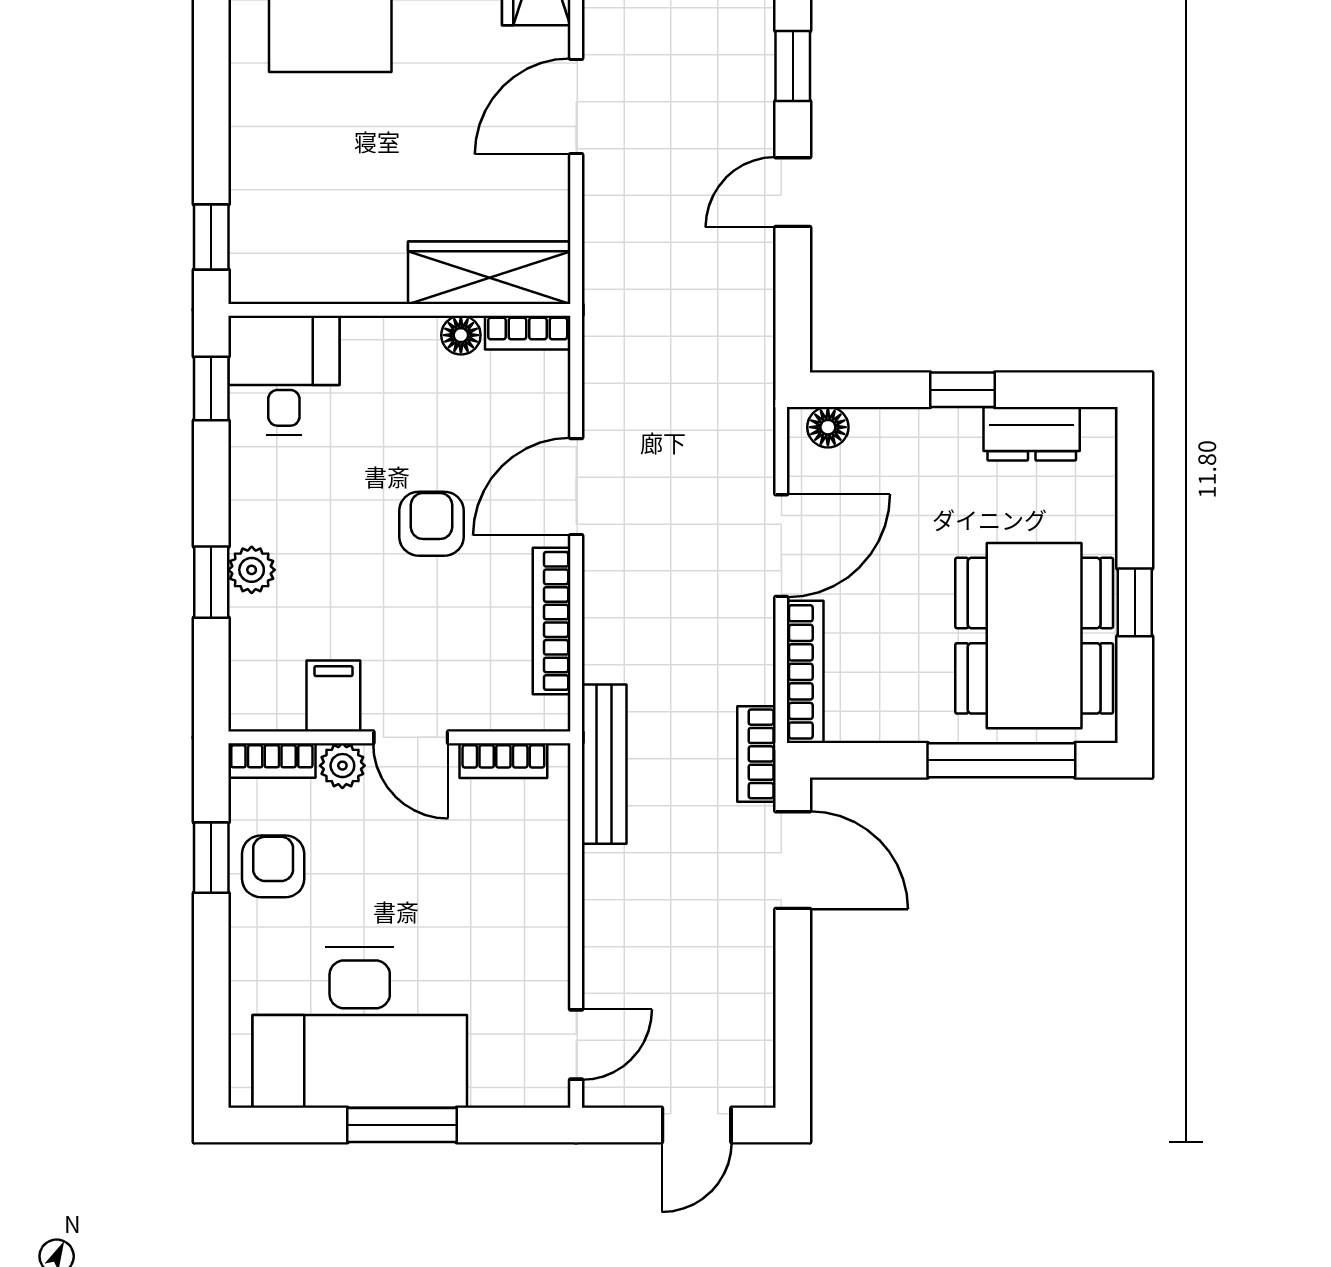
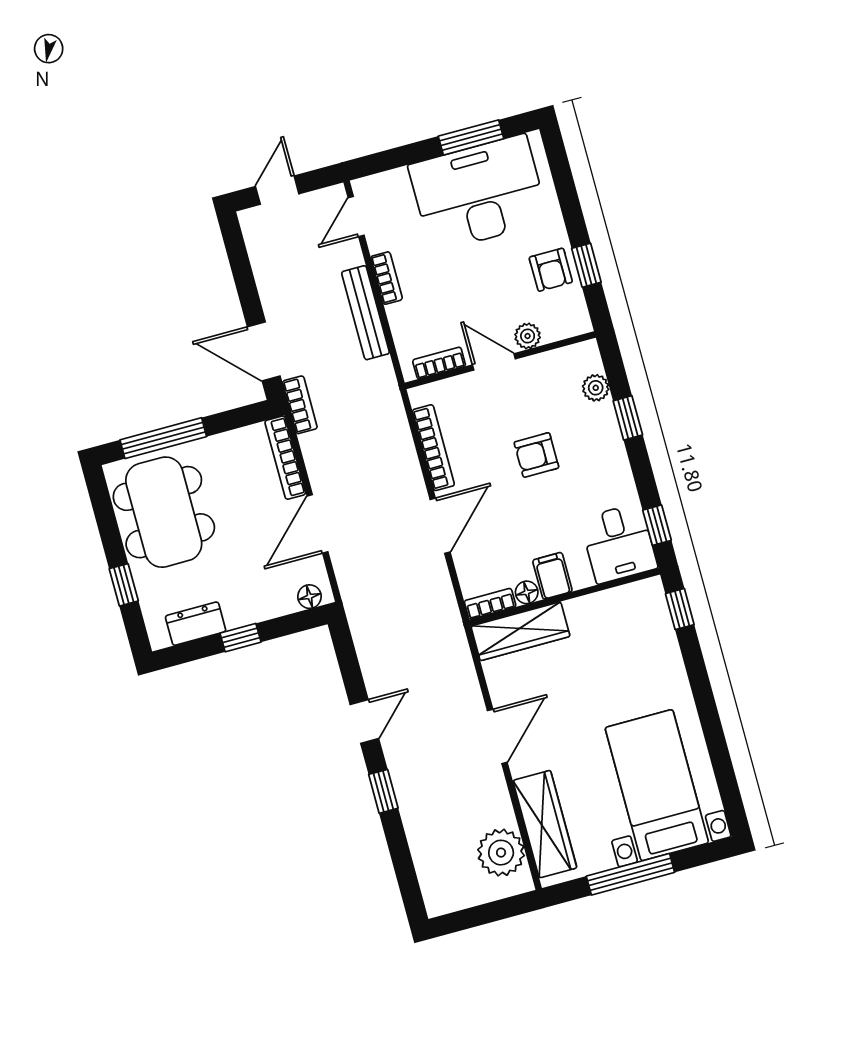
armchair: (431, 524) -> (536, 455), moved, turned 90
plant: (252, 570) -> (596, 388), moved
window: (1135, 602) -> (124, 585), moved
filing cabinet: (333, 696) -> (552, 576), moved, turned 180
bookcase: (272, 761) -> (387, 278), moved, turned 90
bench: (604, 764) -> (366, 313), moved
window: (402, 1125) -> (471, 137), moved

